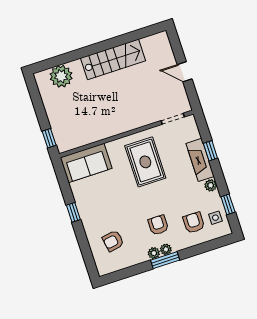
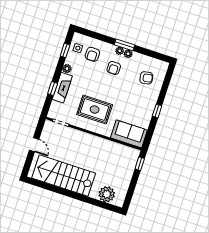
stairs: (113, 59) -> (64, 176), width x1.36, depth x1.51
rug: (145, 162) -> (95, 110), turned 90

